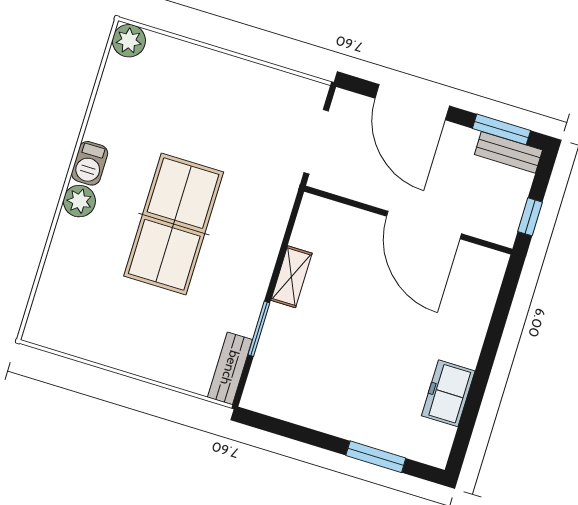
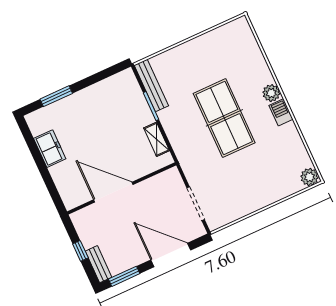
bench: (508, 152) -> (98, 264), moved, turned 90
wall: (408, 220) -> (122, 188), moved
door: (424, 225) -> (113, 192), moved
bench: (230, 368) -> (151, 85), width x1.36

